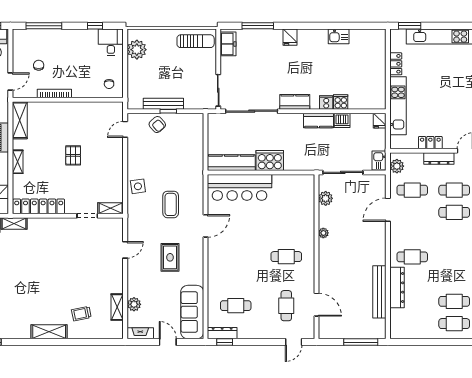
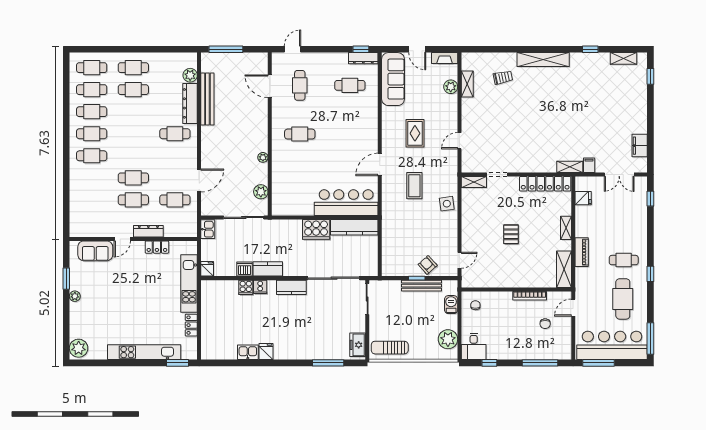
fridge: (290, 37) -> (266, 352), moved
barbecue: (134, 85) -> (451, 305), added
plant: (397, 166) -> (190, 75), moved
shelving: (49, 332) -> (543, 60), width x1.47

